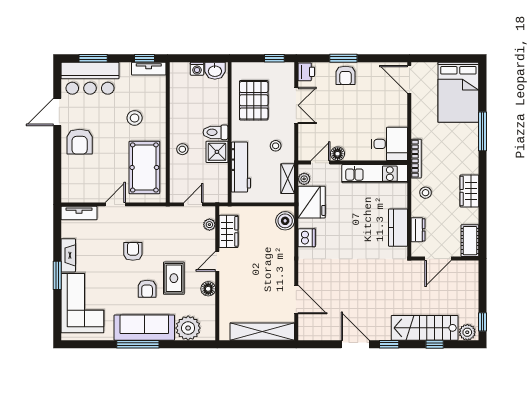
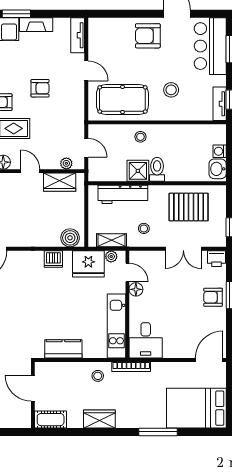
dresser: (418, 230) -> (61, 369), removed

